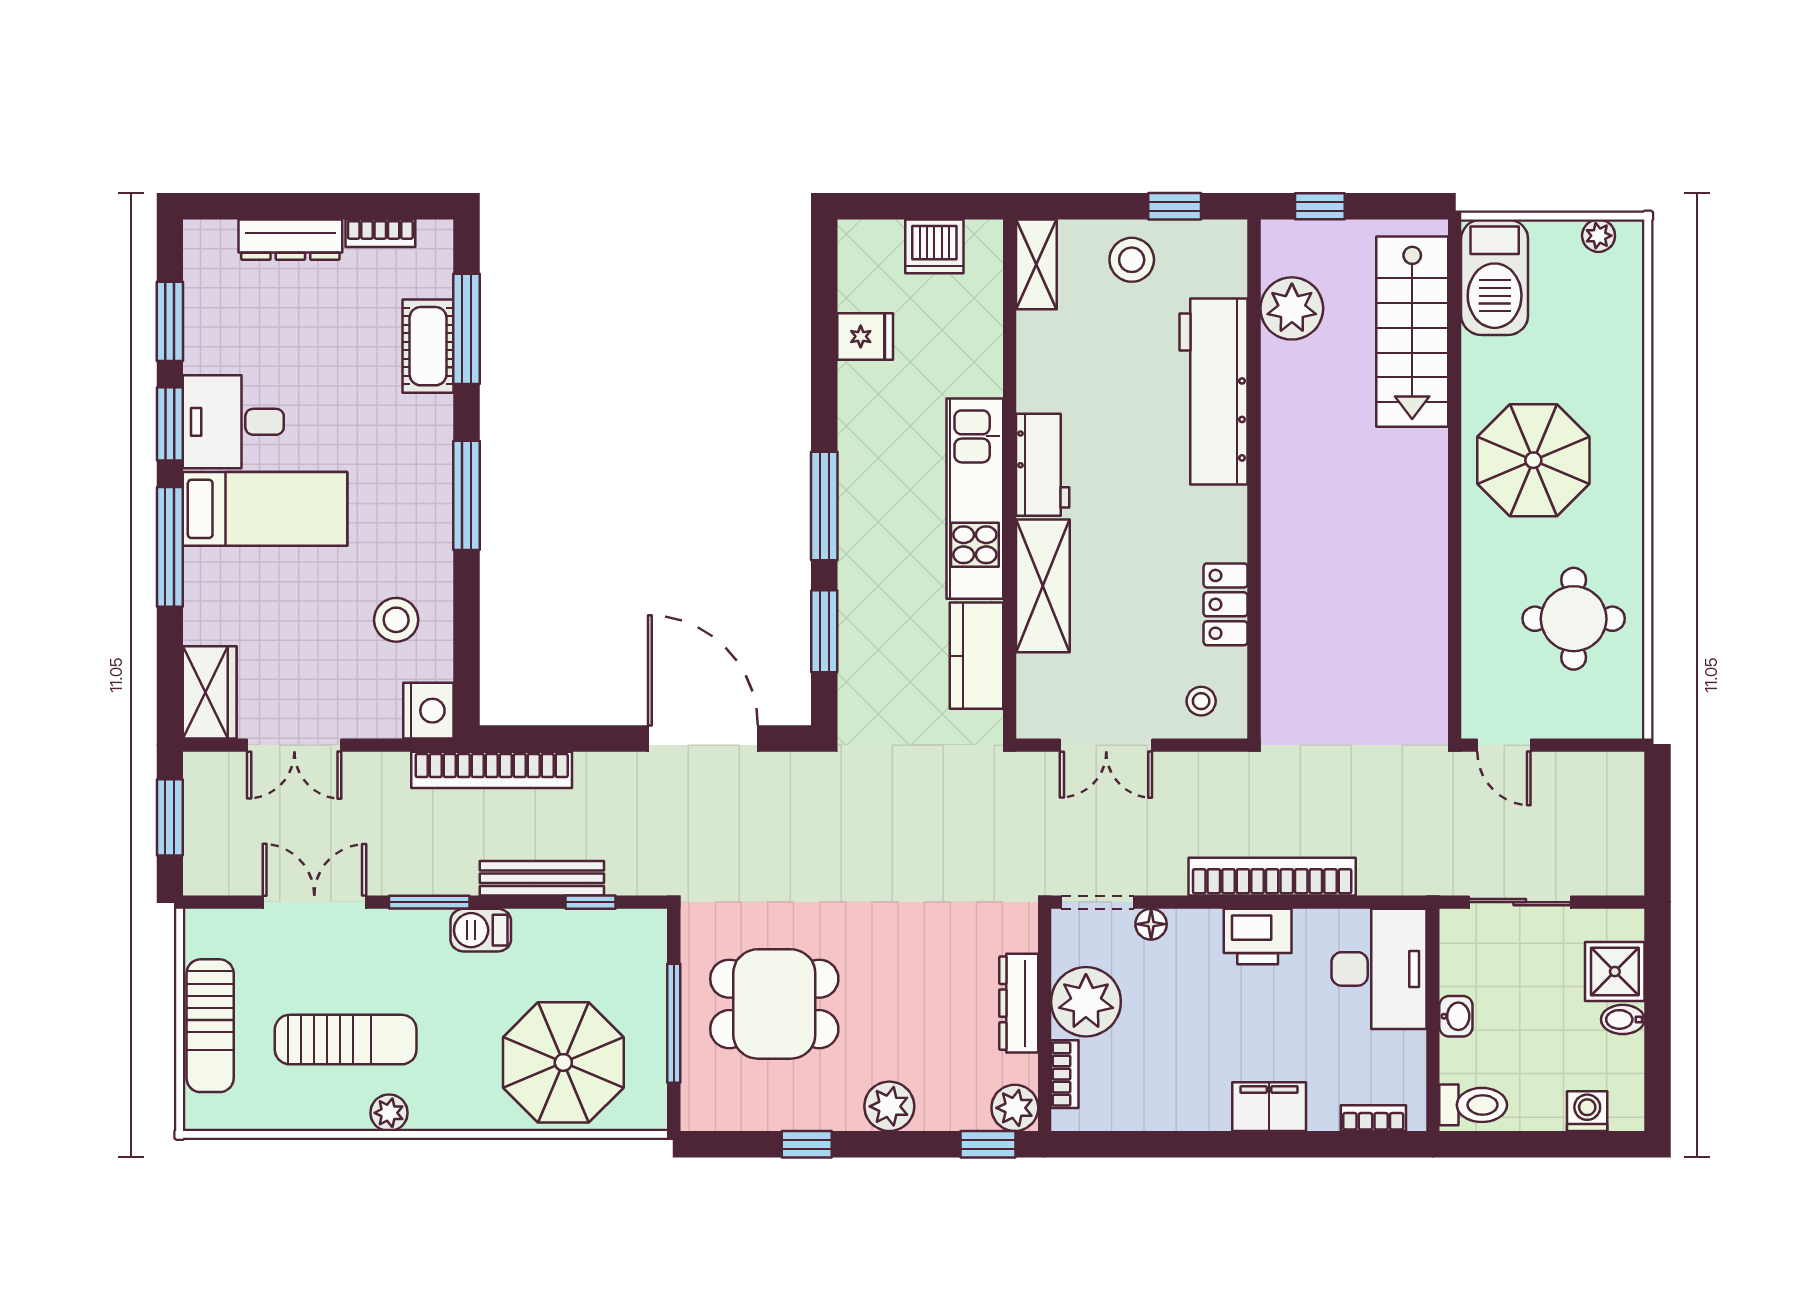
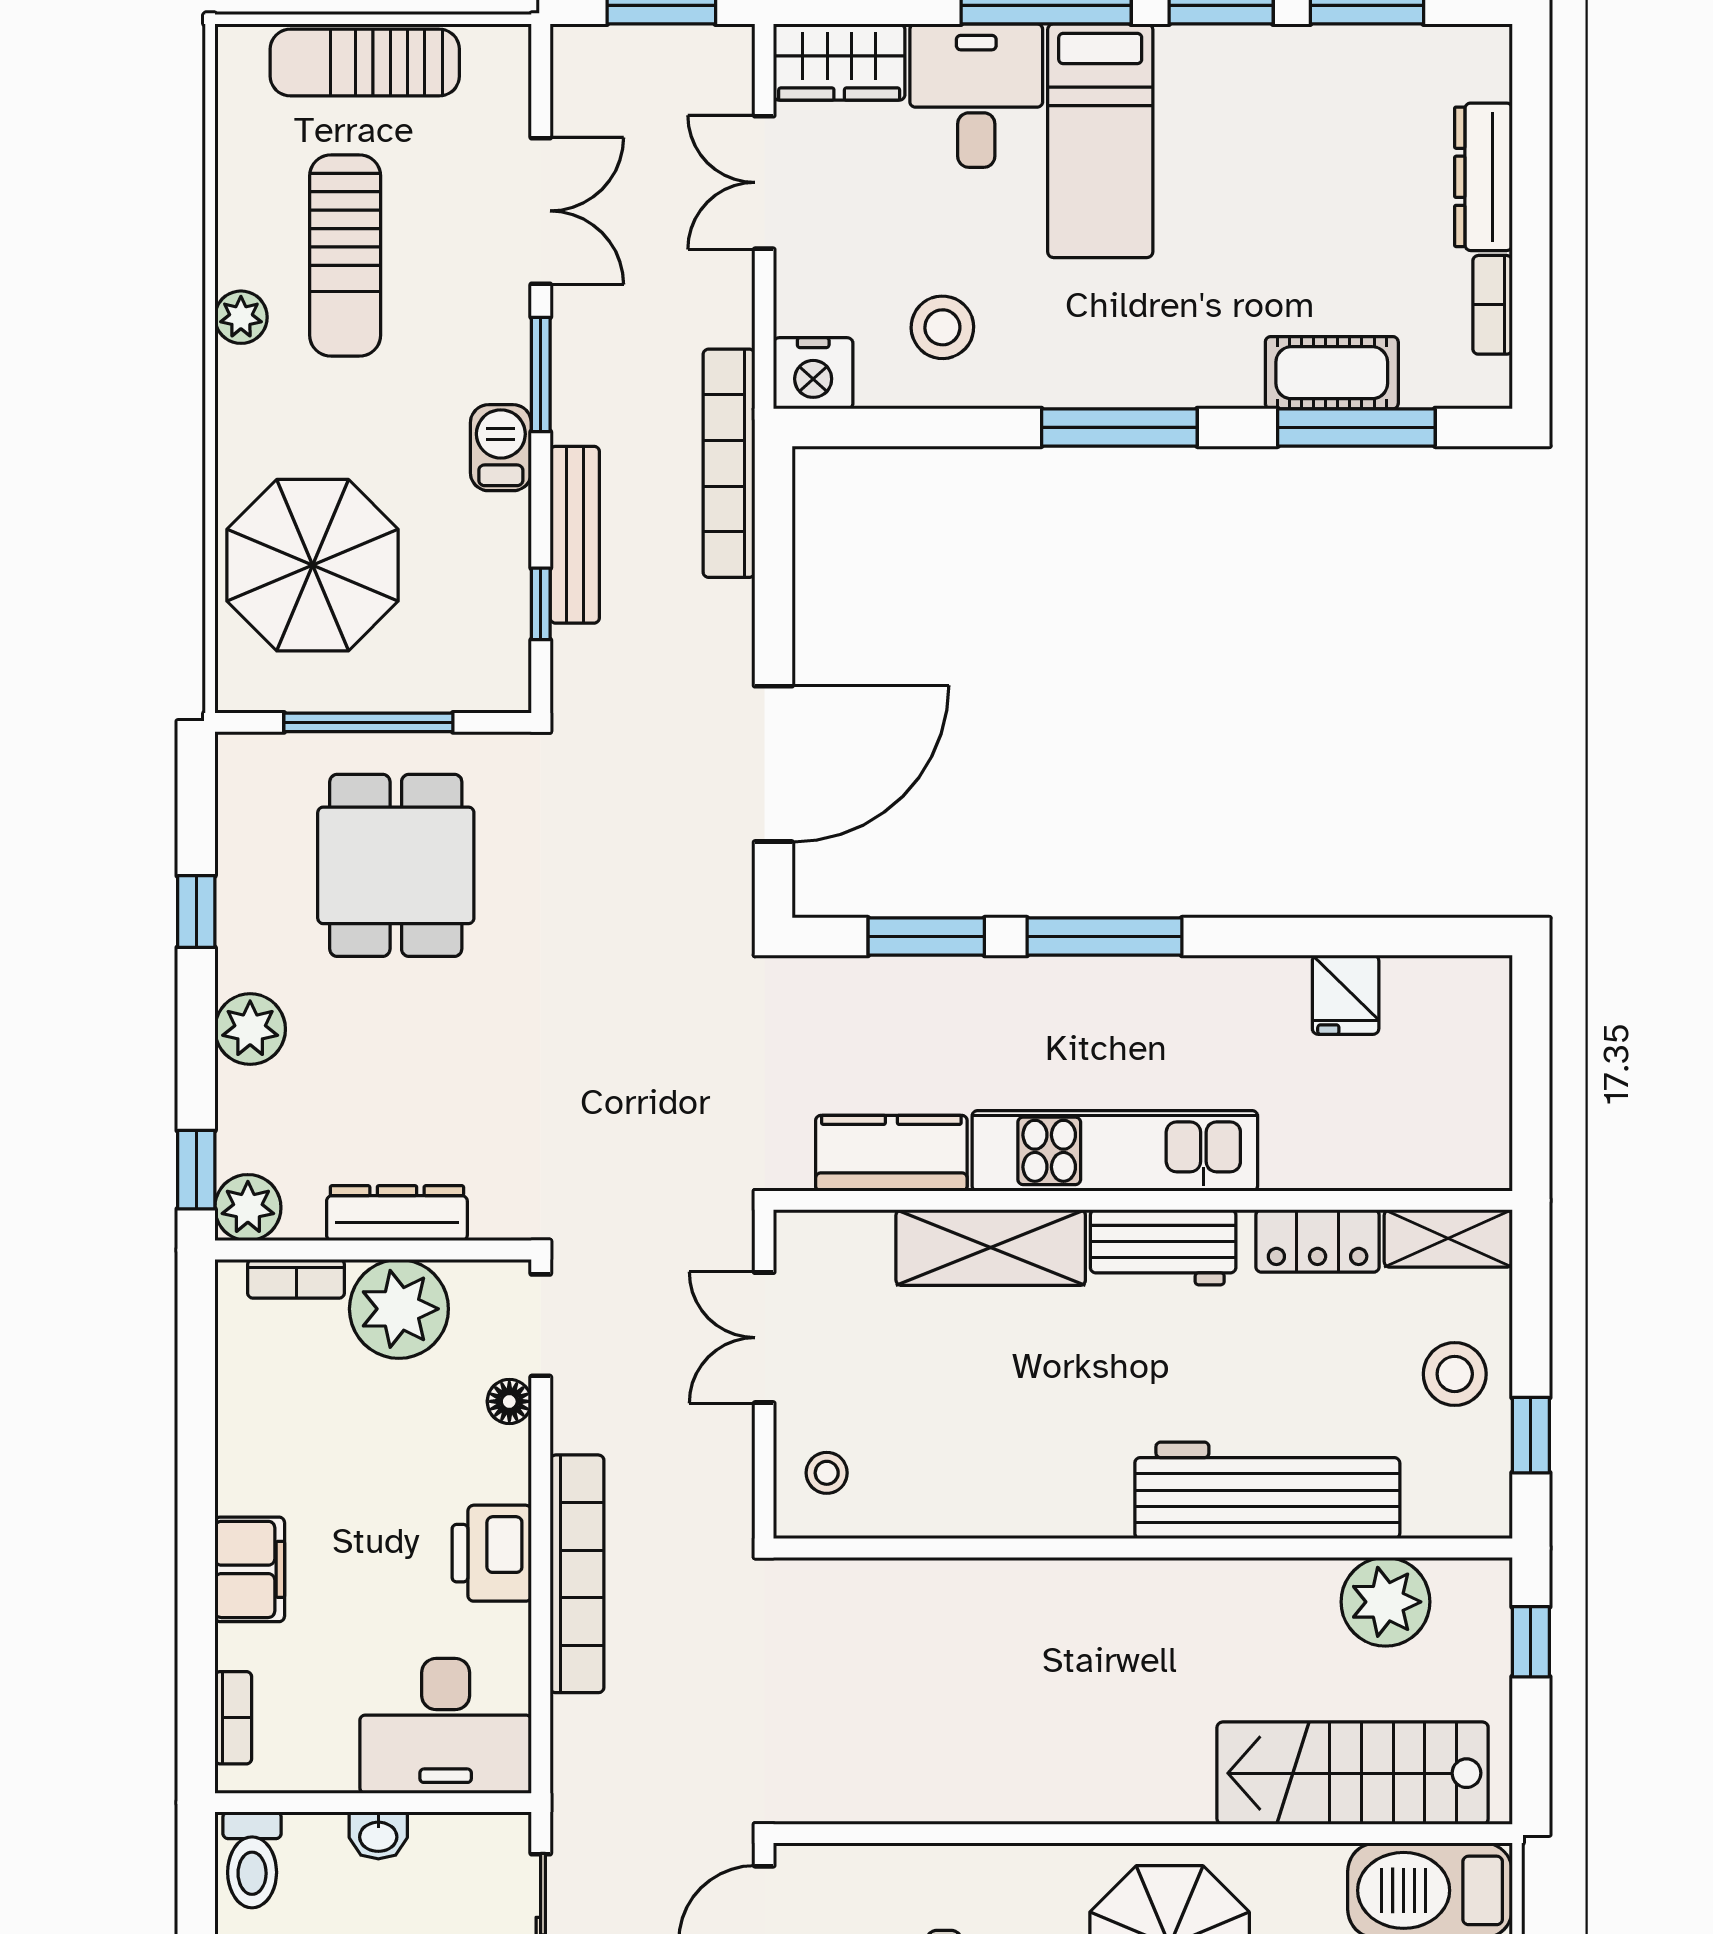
dishwasher: (934, 246) -> (1474, 1093), removed
desk: (233, 422) -> (976, 96), moved
locker: (1226, 604) -> (1318, 1241), moved, turned 180

